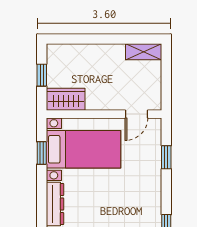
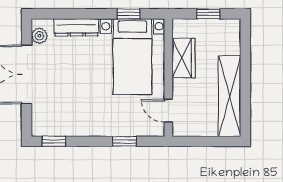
shelving: (144, 52) -> (230, 96), width x2.20, depth x1.33
wardrobe: (66, 99) -> (184, 58), moved

